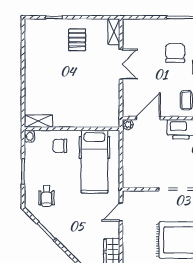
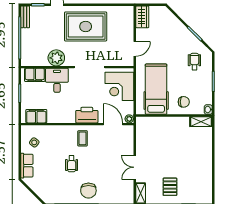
chair: (175, 53) -> (88, 191), moved
door: (148, 118) -> (113, 124), swing flipped
corner desk: (140, 165) -> (119, 86), added

